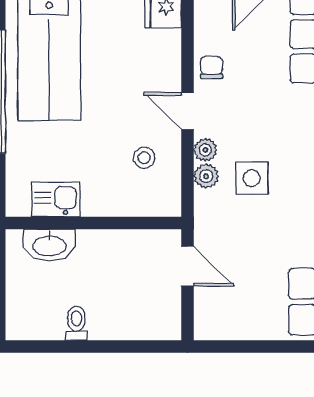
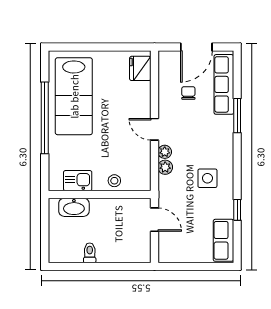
chair: (211, 67) -> (188, 93), moved
stool: (144, 158) -> (114, 181), moved
side table: (252, 178) -> (207, 178), moved

